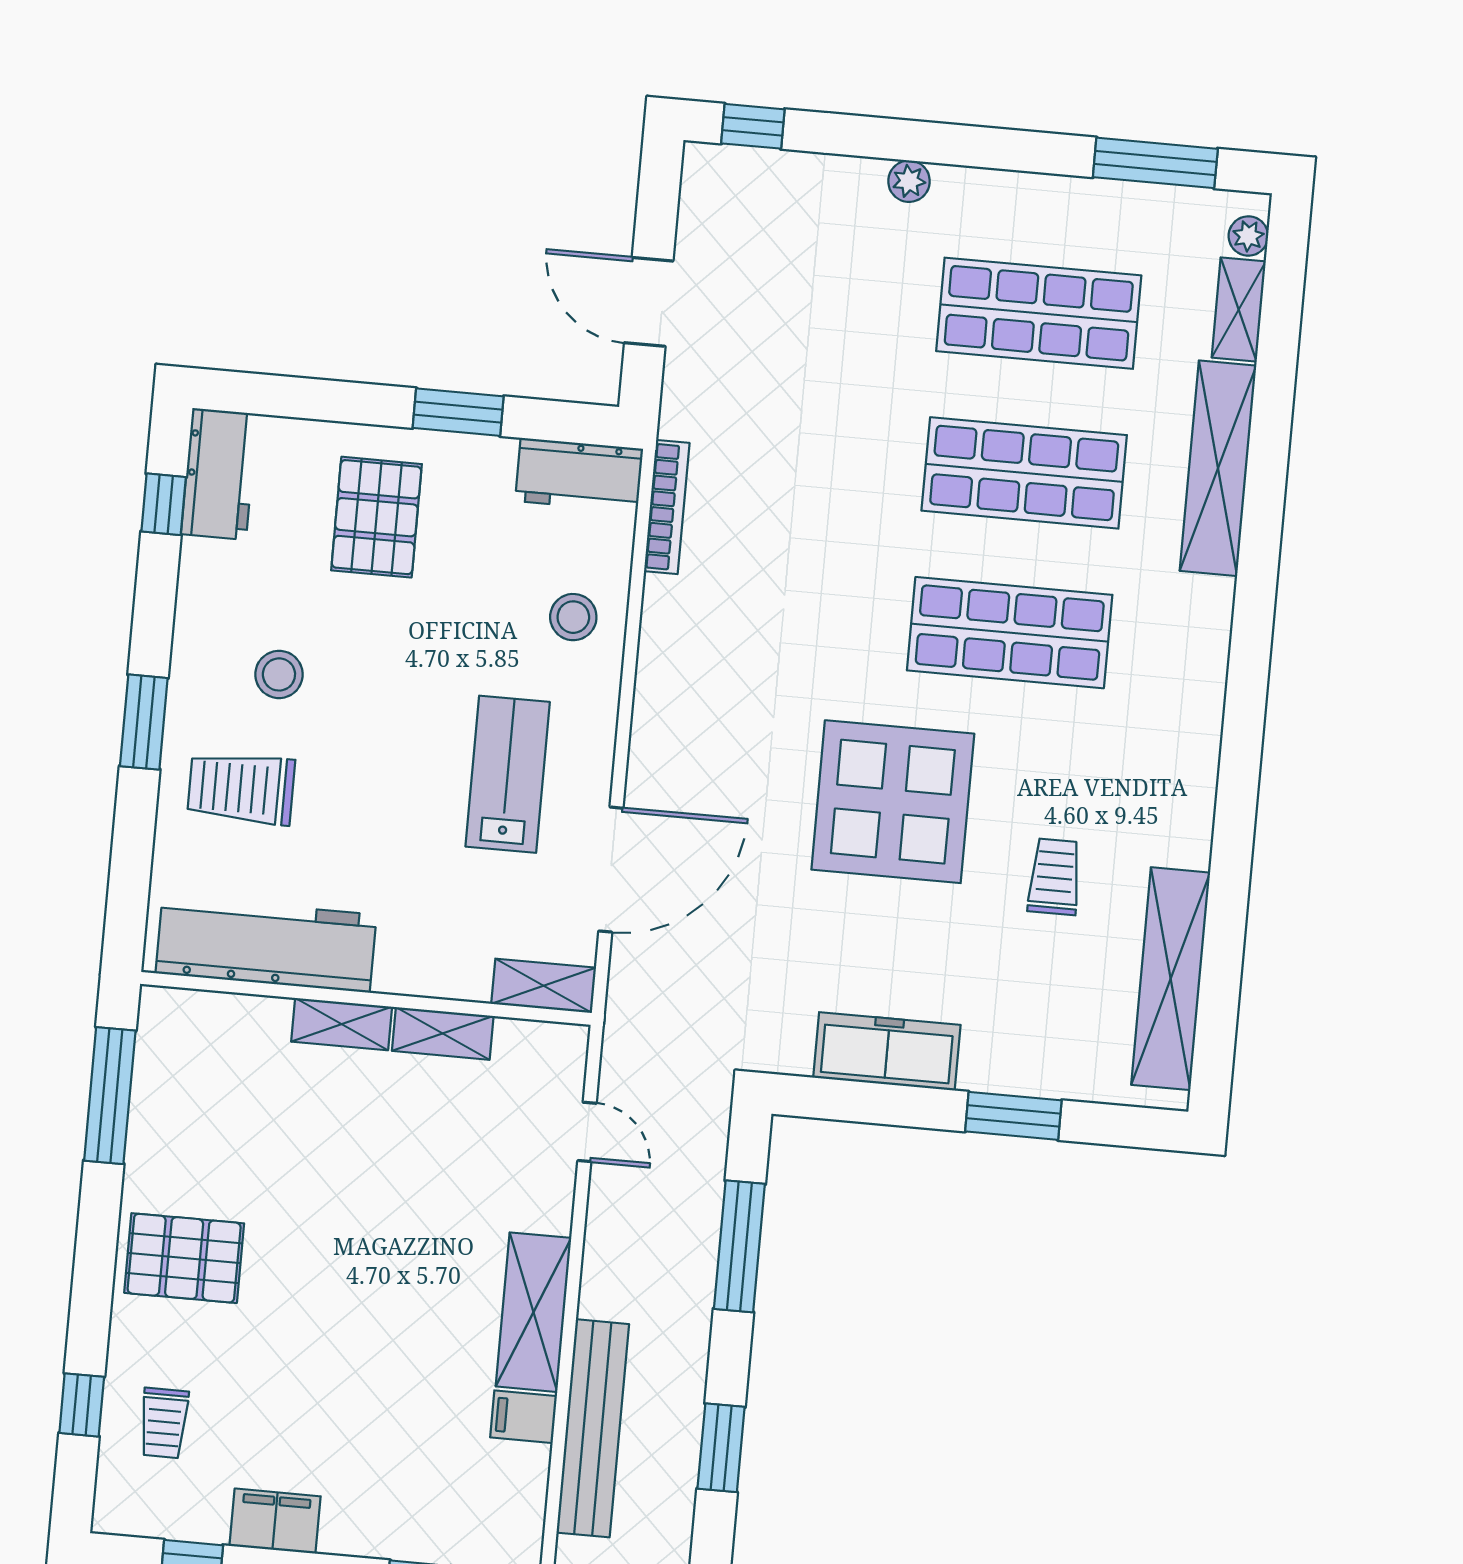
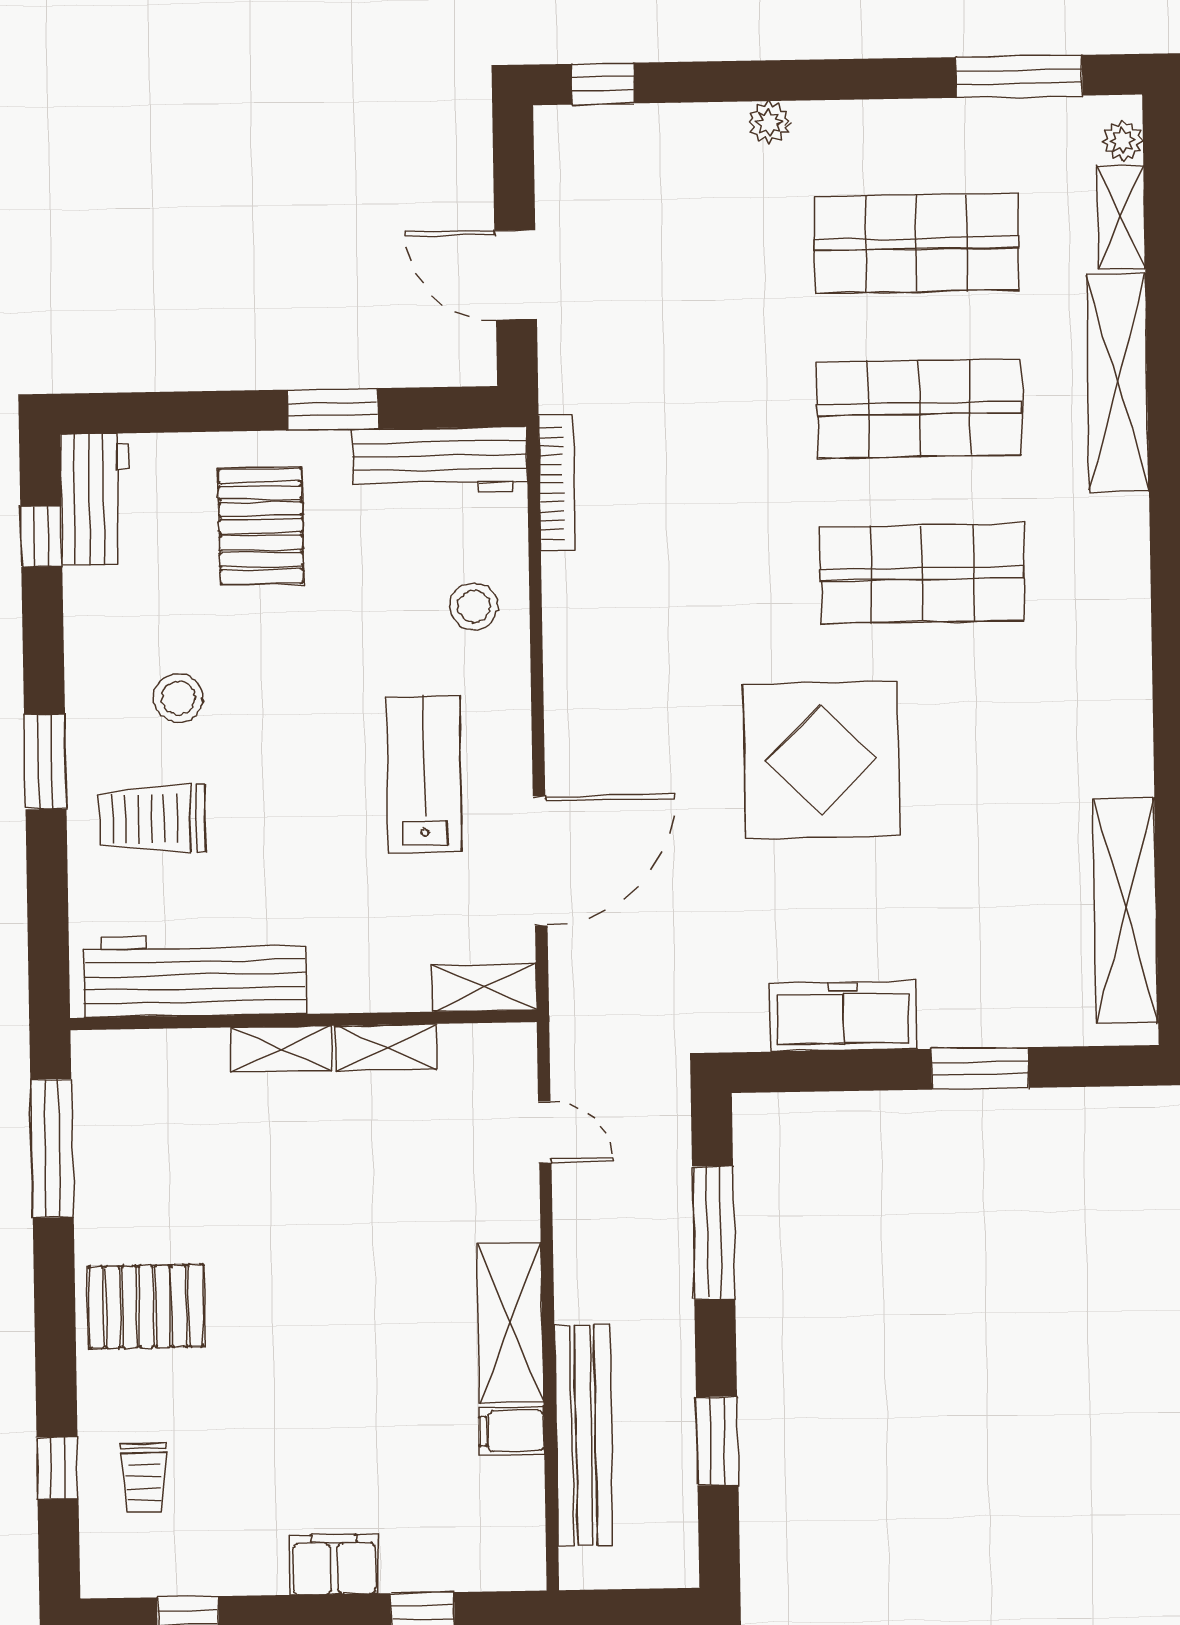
workbench: (579, 475) -> (440, 461), width x1.38
trolley: (1055, 877) -> (995, 819), removed
filing cabinet: (275, 1521) -> (334, 1564), moved

